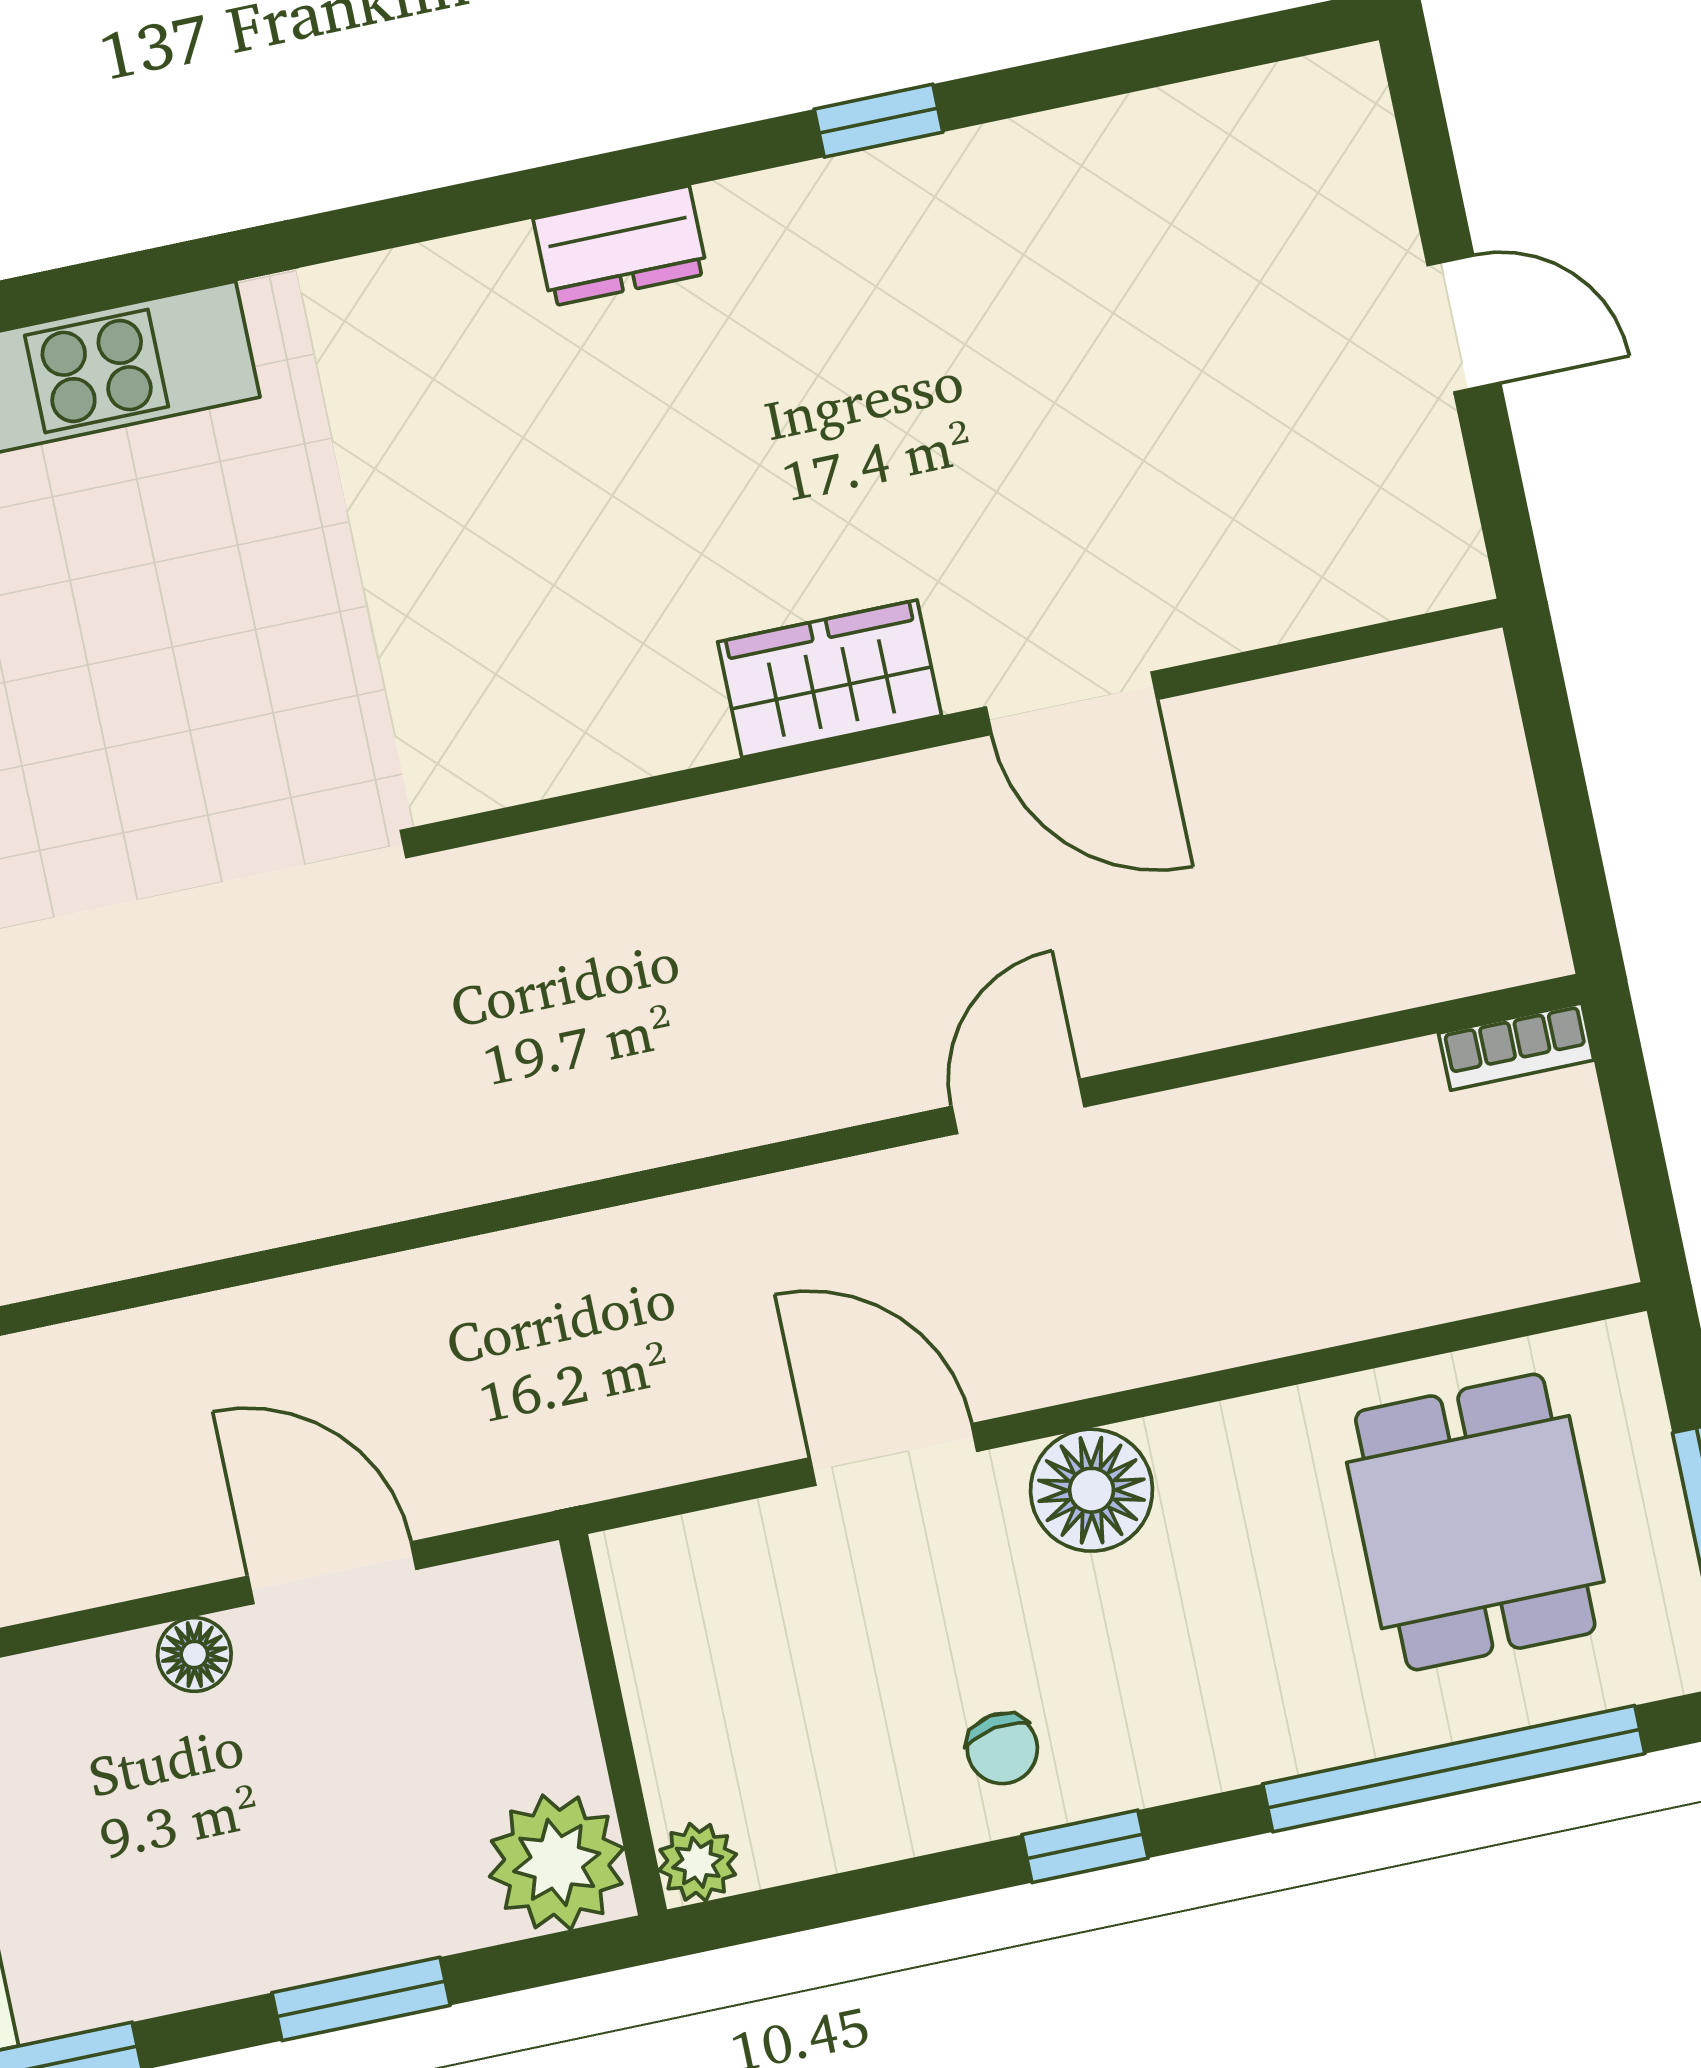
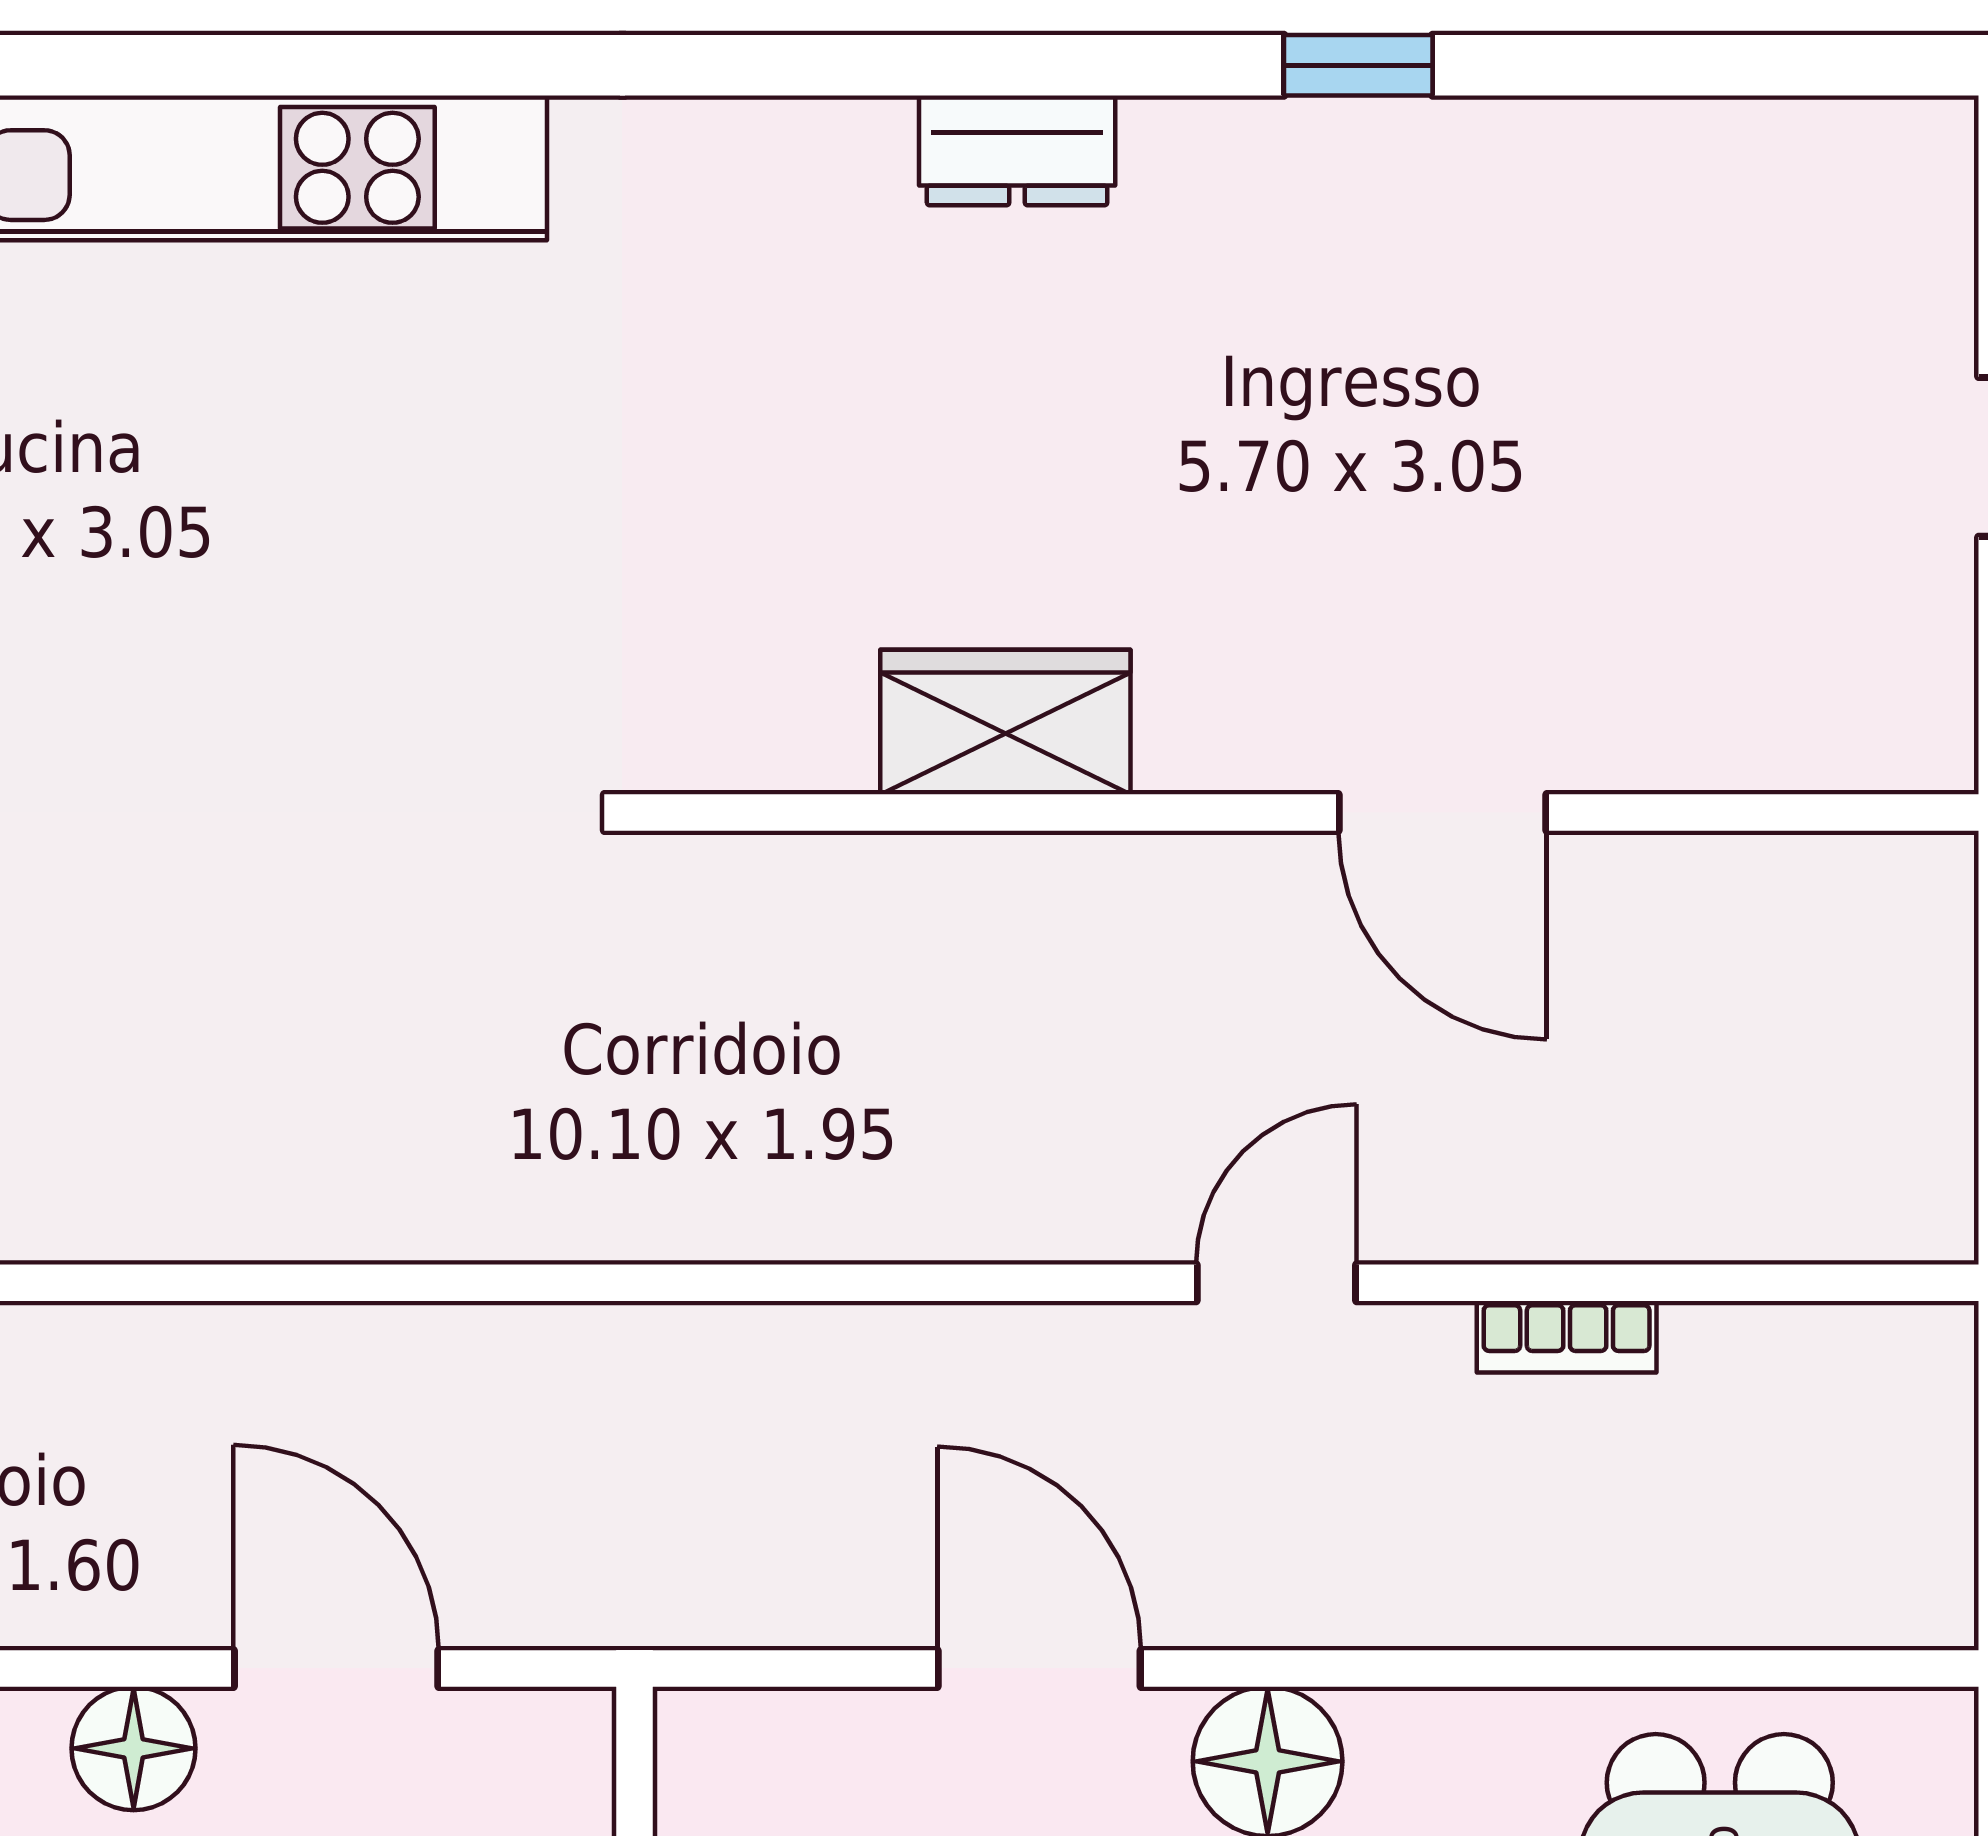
wardrobe: (830, 679) -> (1005, 722), moved
bookcase: (1516, 1047) -> (1567, 1337), moved
floor lamp: (194, 1655) -> (134, 1748), width x1.37, depth x1.37

